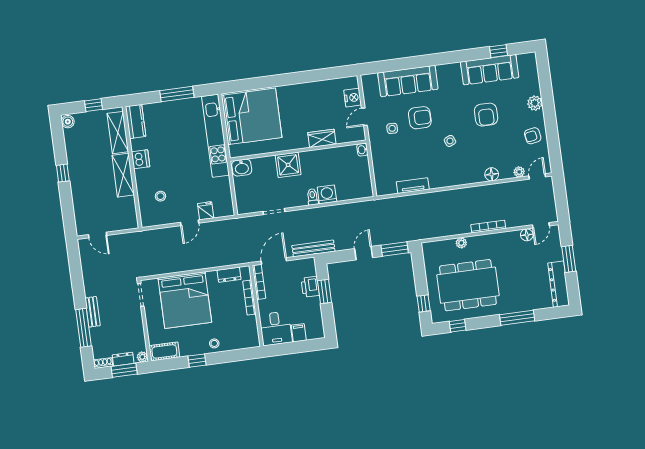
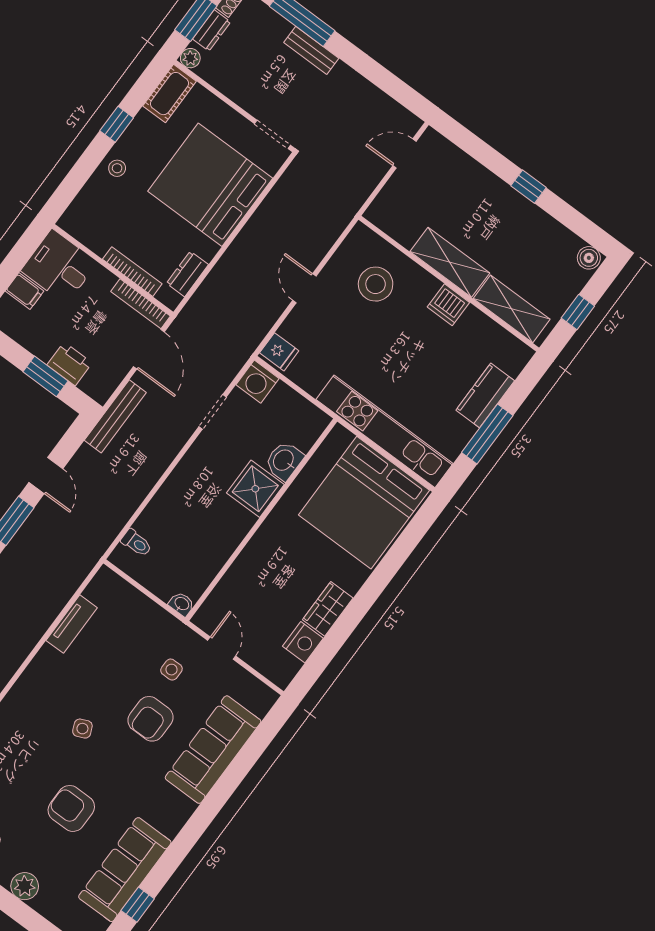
nightstand: (353, 98) -> (303, 642), moved, turned -90
kitchen counter: (136, 121) -> (485, 395), moved, turned 90
wardrobe: (322, 138) -> (328, 609), moved, turned 180
washbasin: (242, 168) -> (284, 461), moved
washing machine: (327, 194) -> (257, 382), moved, turned 90
stool: (160, 196) -> (376, 284), width x1.89, depth x1.89
toilet: (313, 197) -> (136, 543), moved
fridge: (206, 211) -> (279, 352), moved

